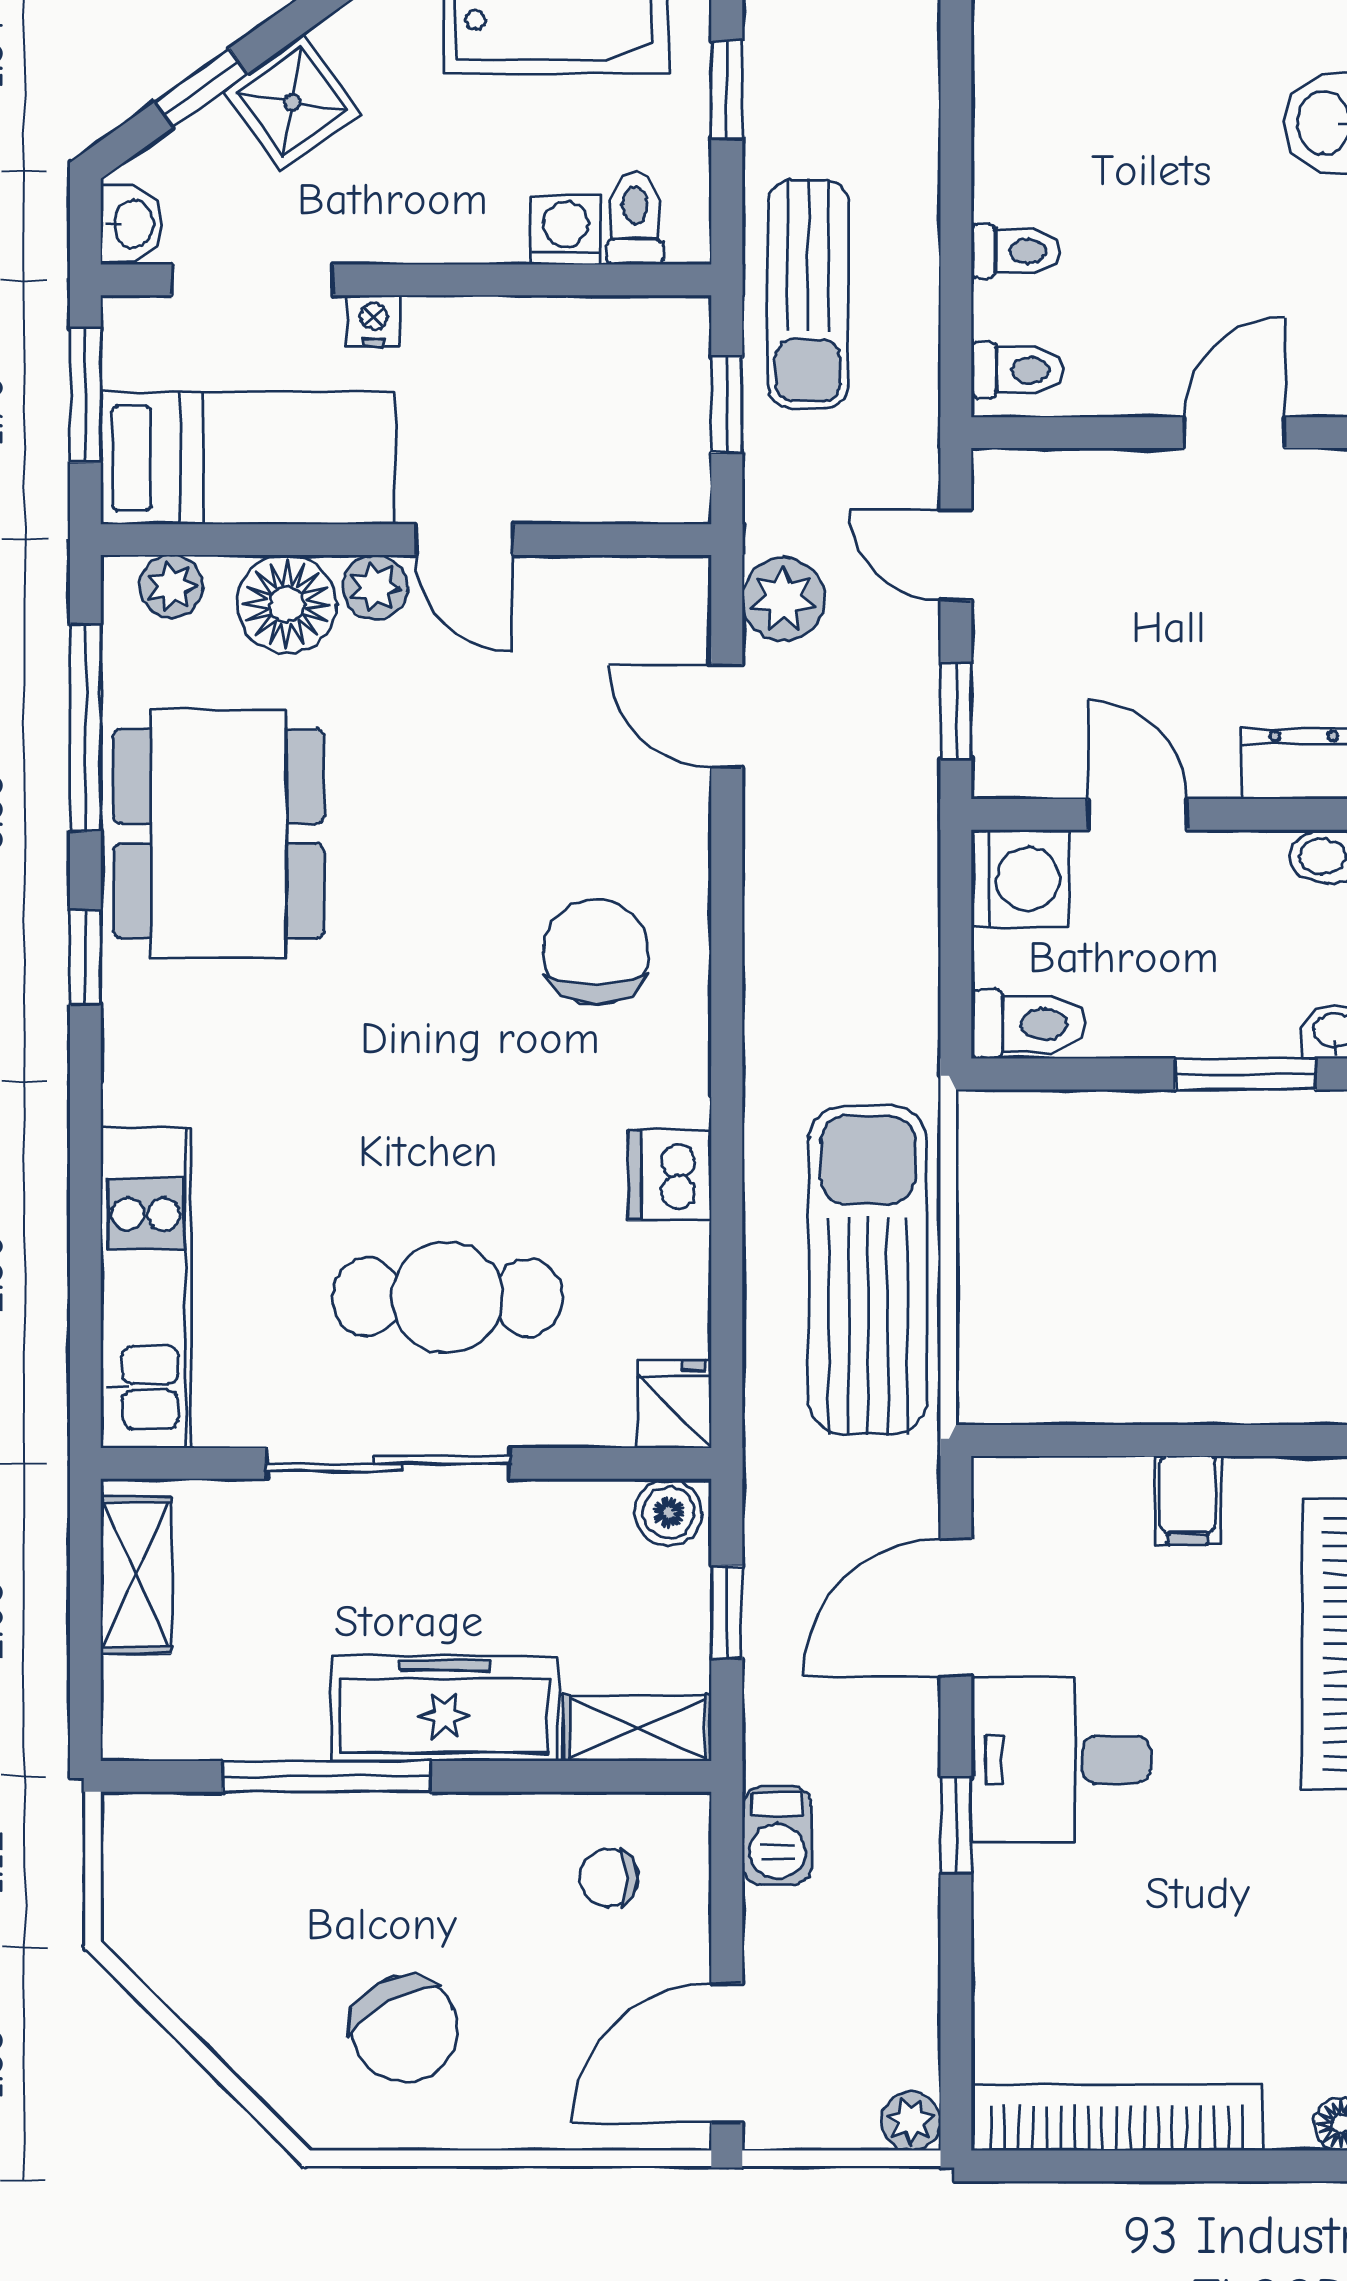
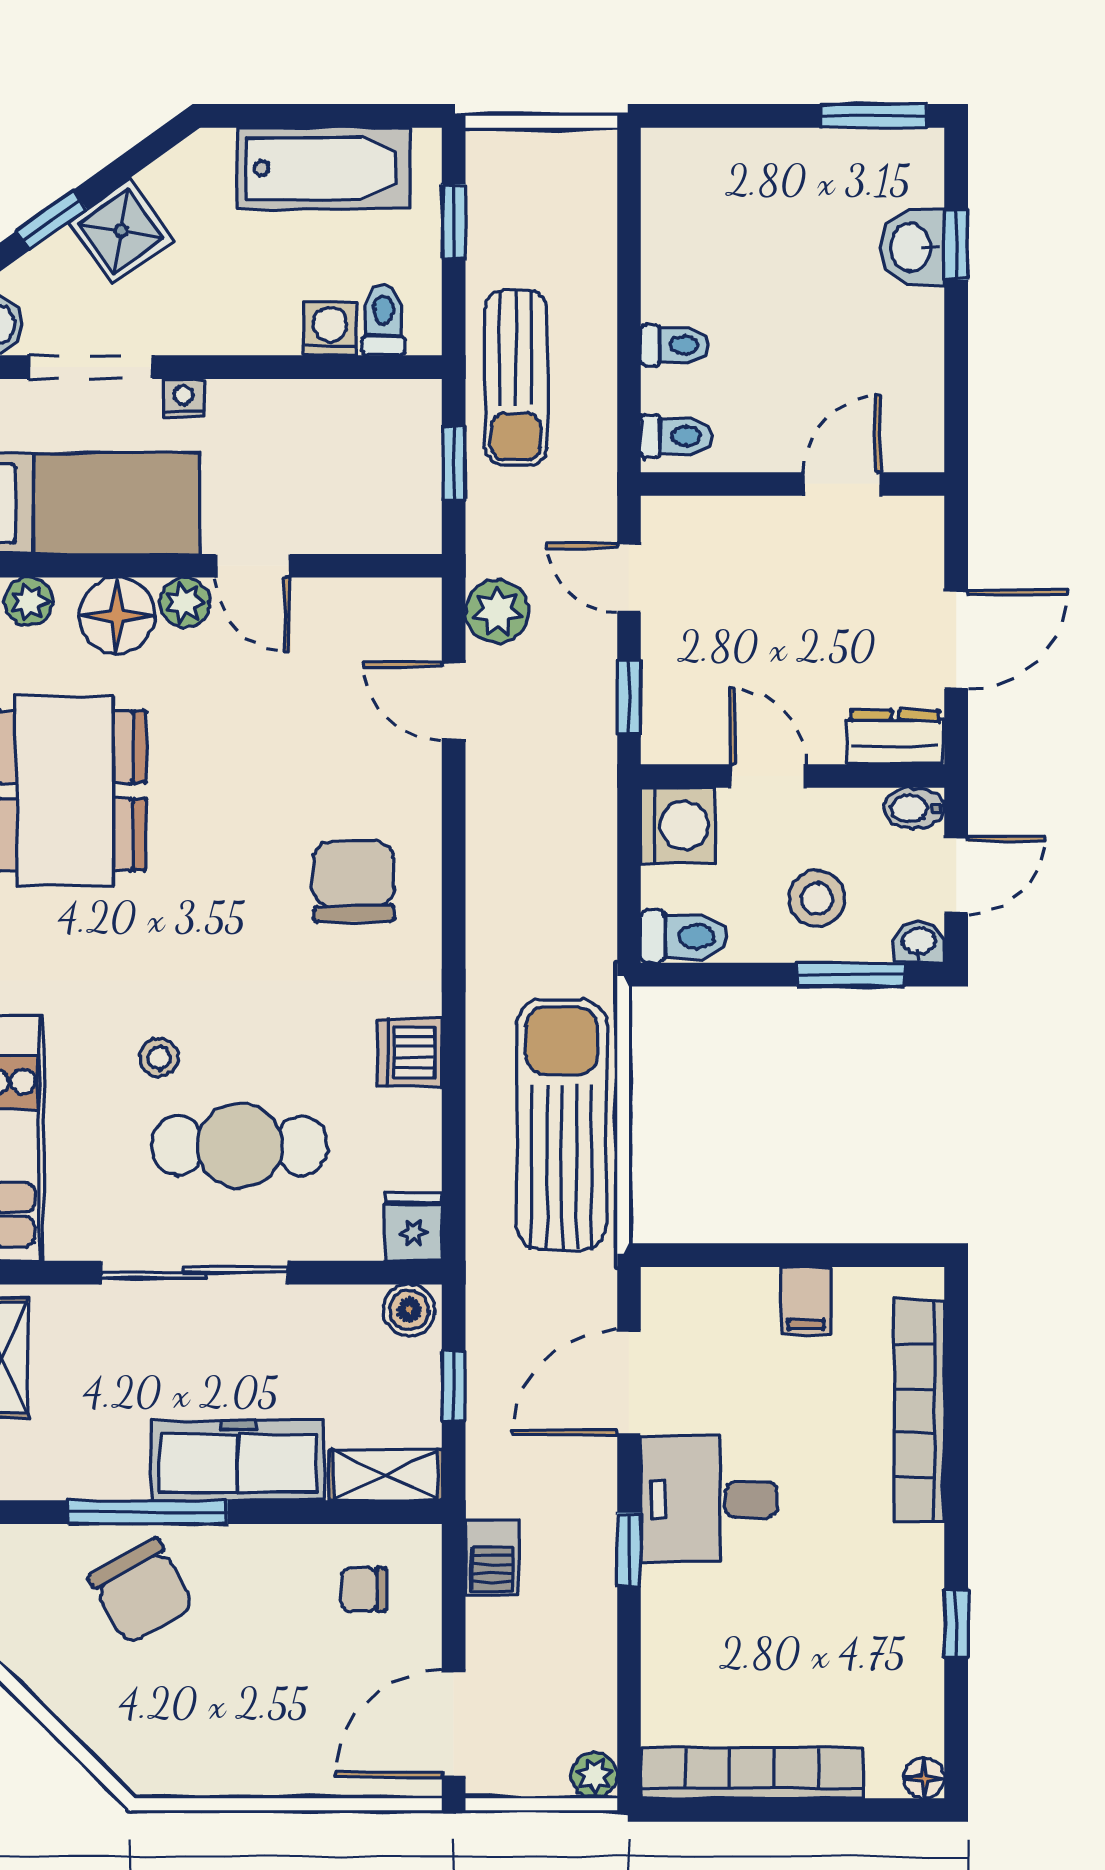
stool: (1202, 974) -> (817, 898), added
stool: (342, 1183) -> (159, 1058), added
chair: (405, 2029) -> (142, 1591), moved

